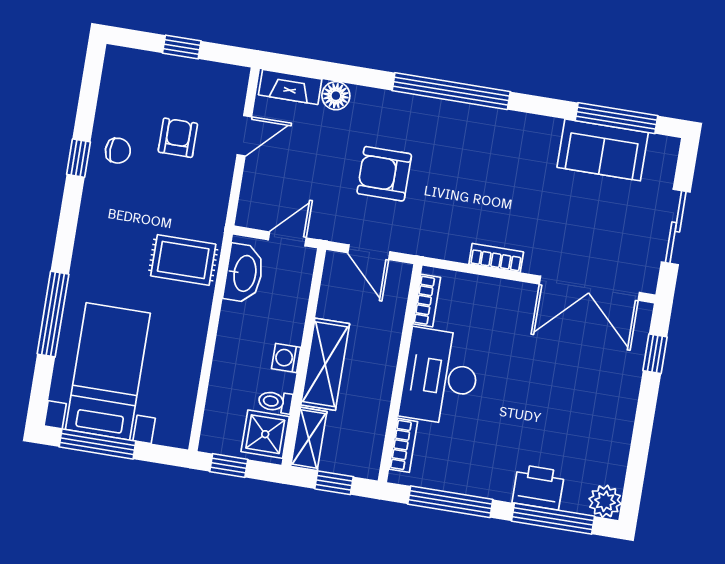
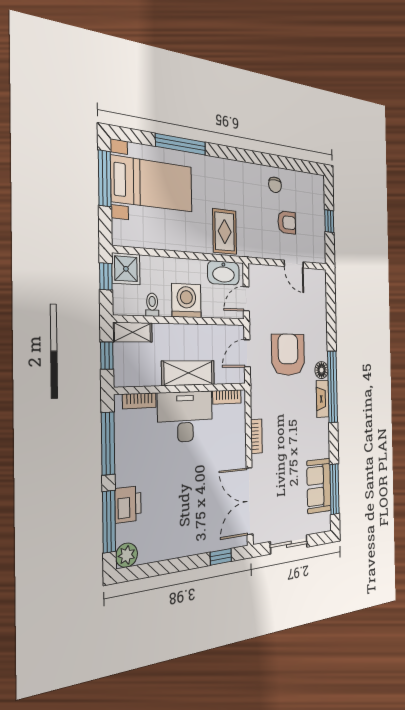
fireplace: (290, 87) -> (323, 399), moved
floor lamp: (336, 96) -> (322, 370), moved
window: (79, 158) -> (268, 160), removed
armchair: (384, 174) -> (288, 355), width x1.36, depth x1.36
door: (287, 239) -> (246, 299), swing flipped
washing machine: (286, 358) -> (186, 301), width x1.89, depth x1.89
shelving: (325, 364) -> (188, 373), moved
shower: (265, 434) -> (126, 269), moved

